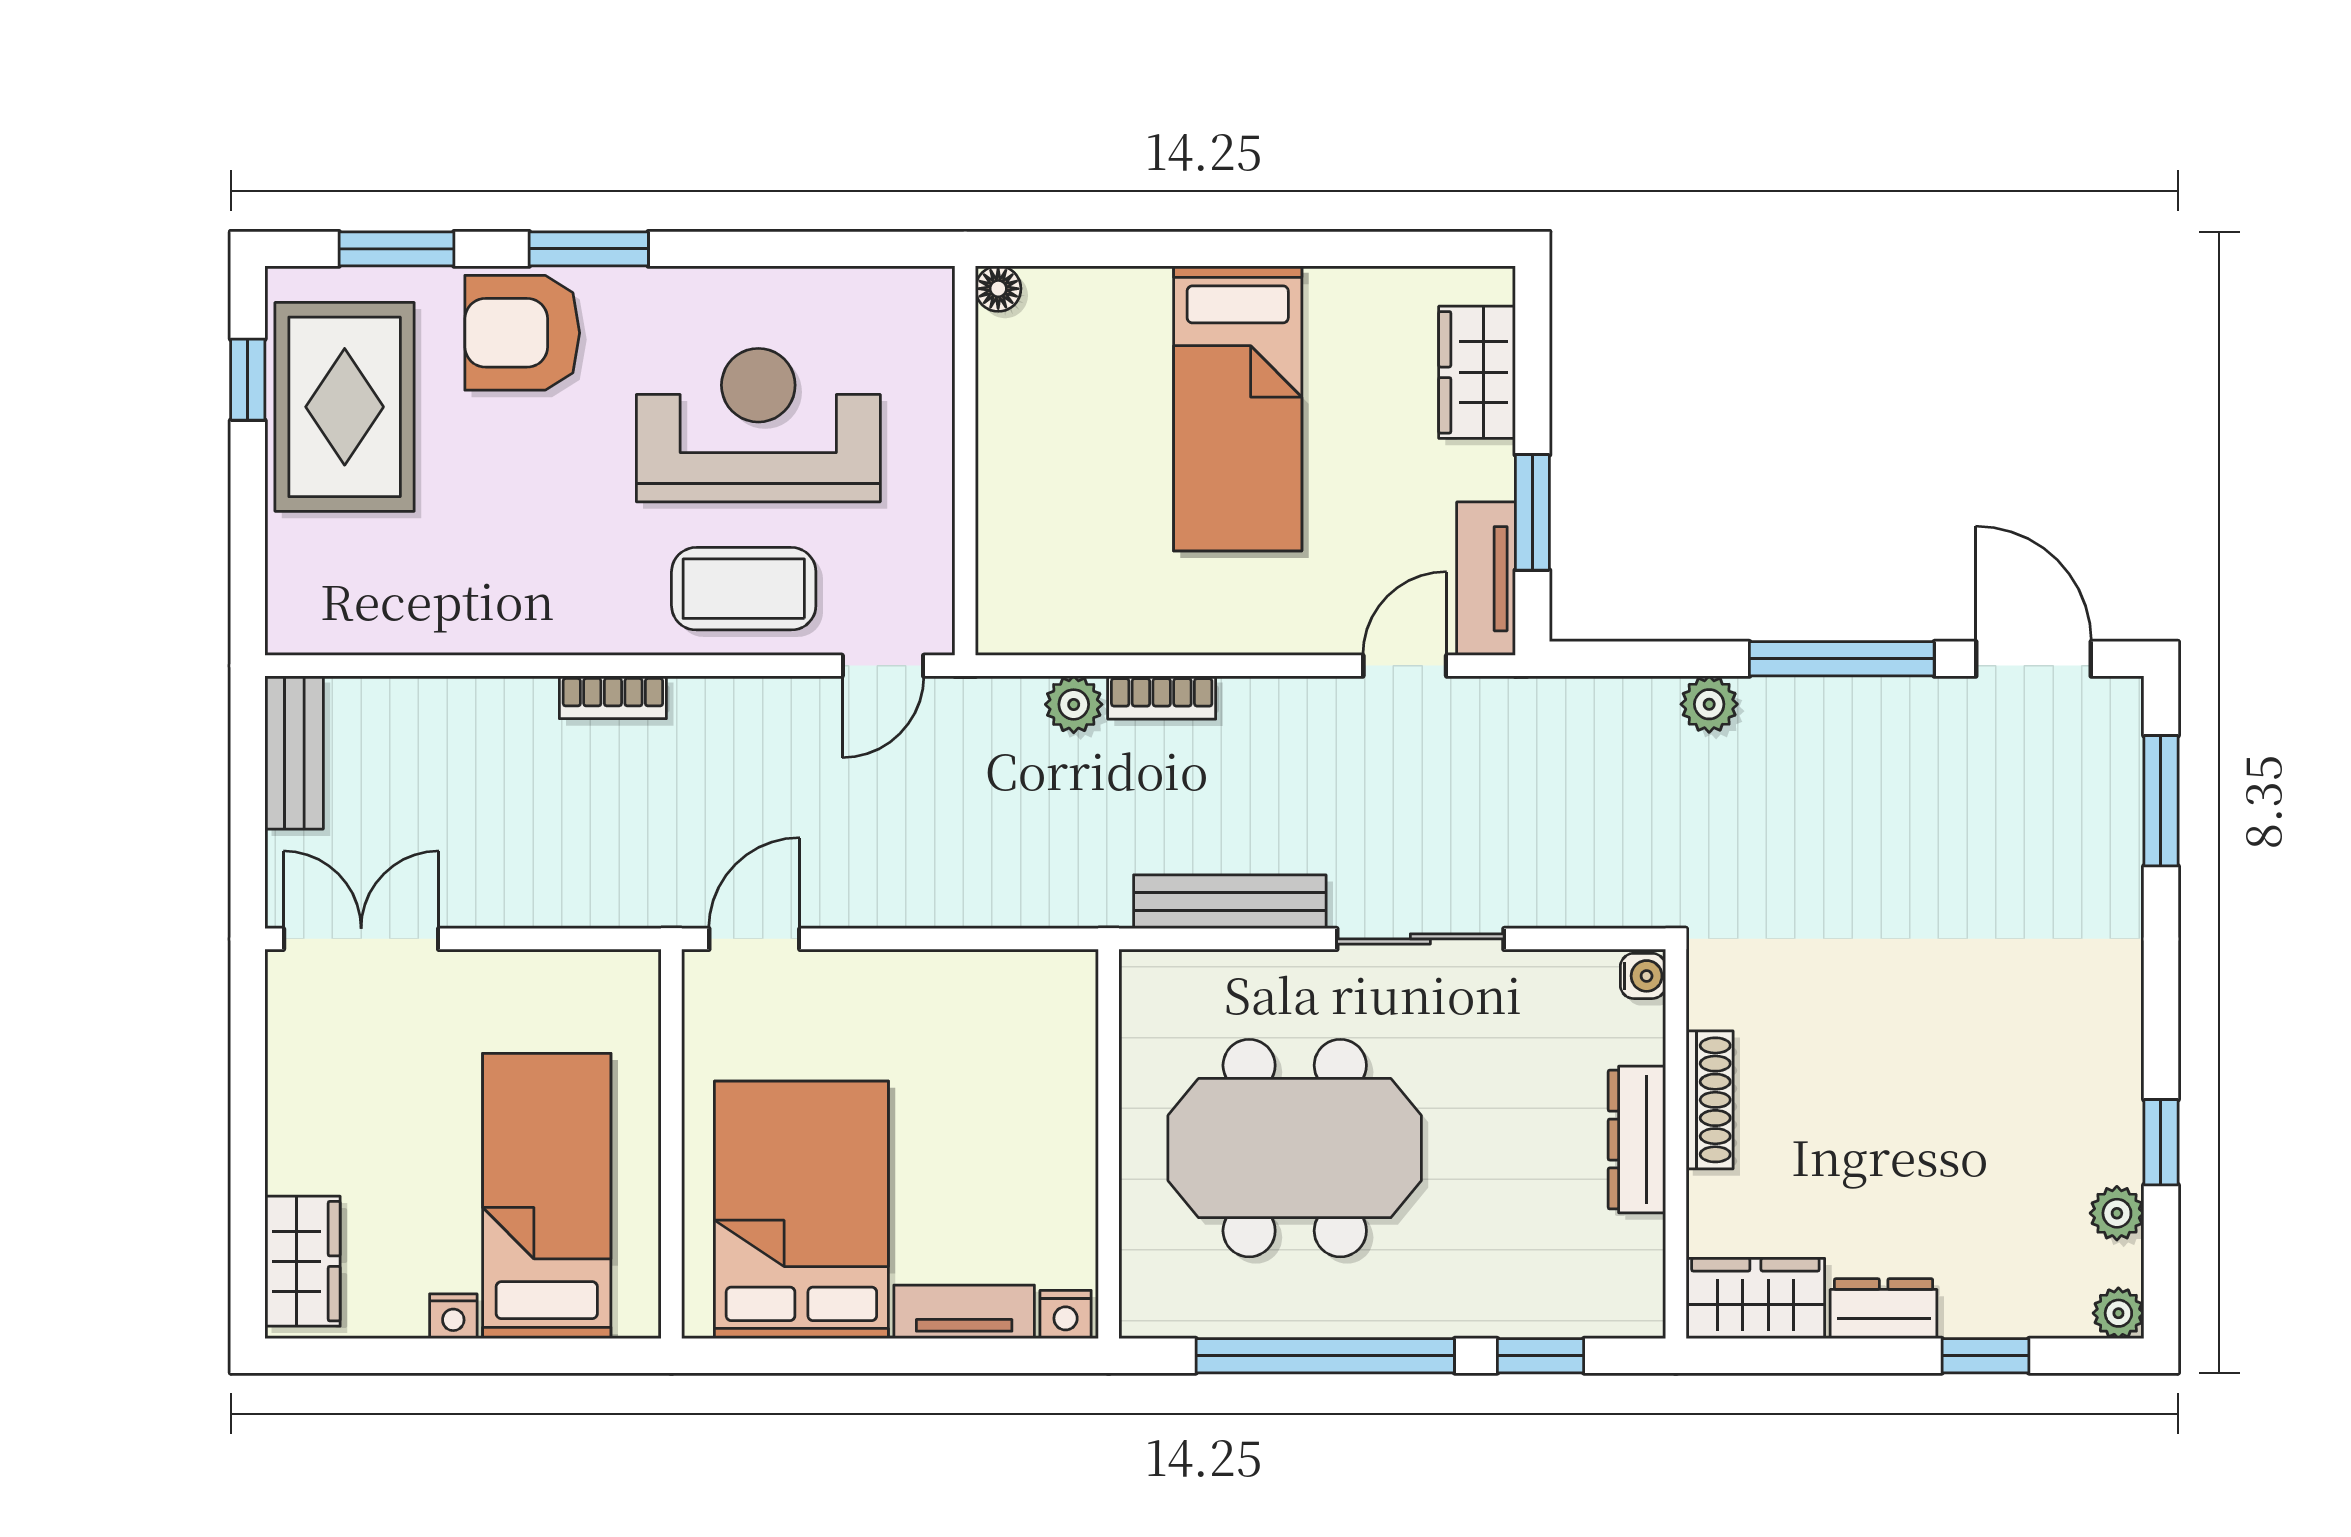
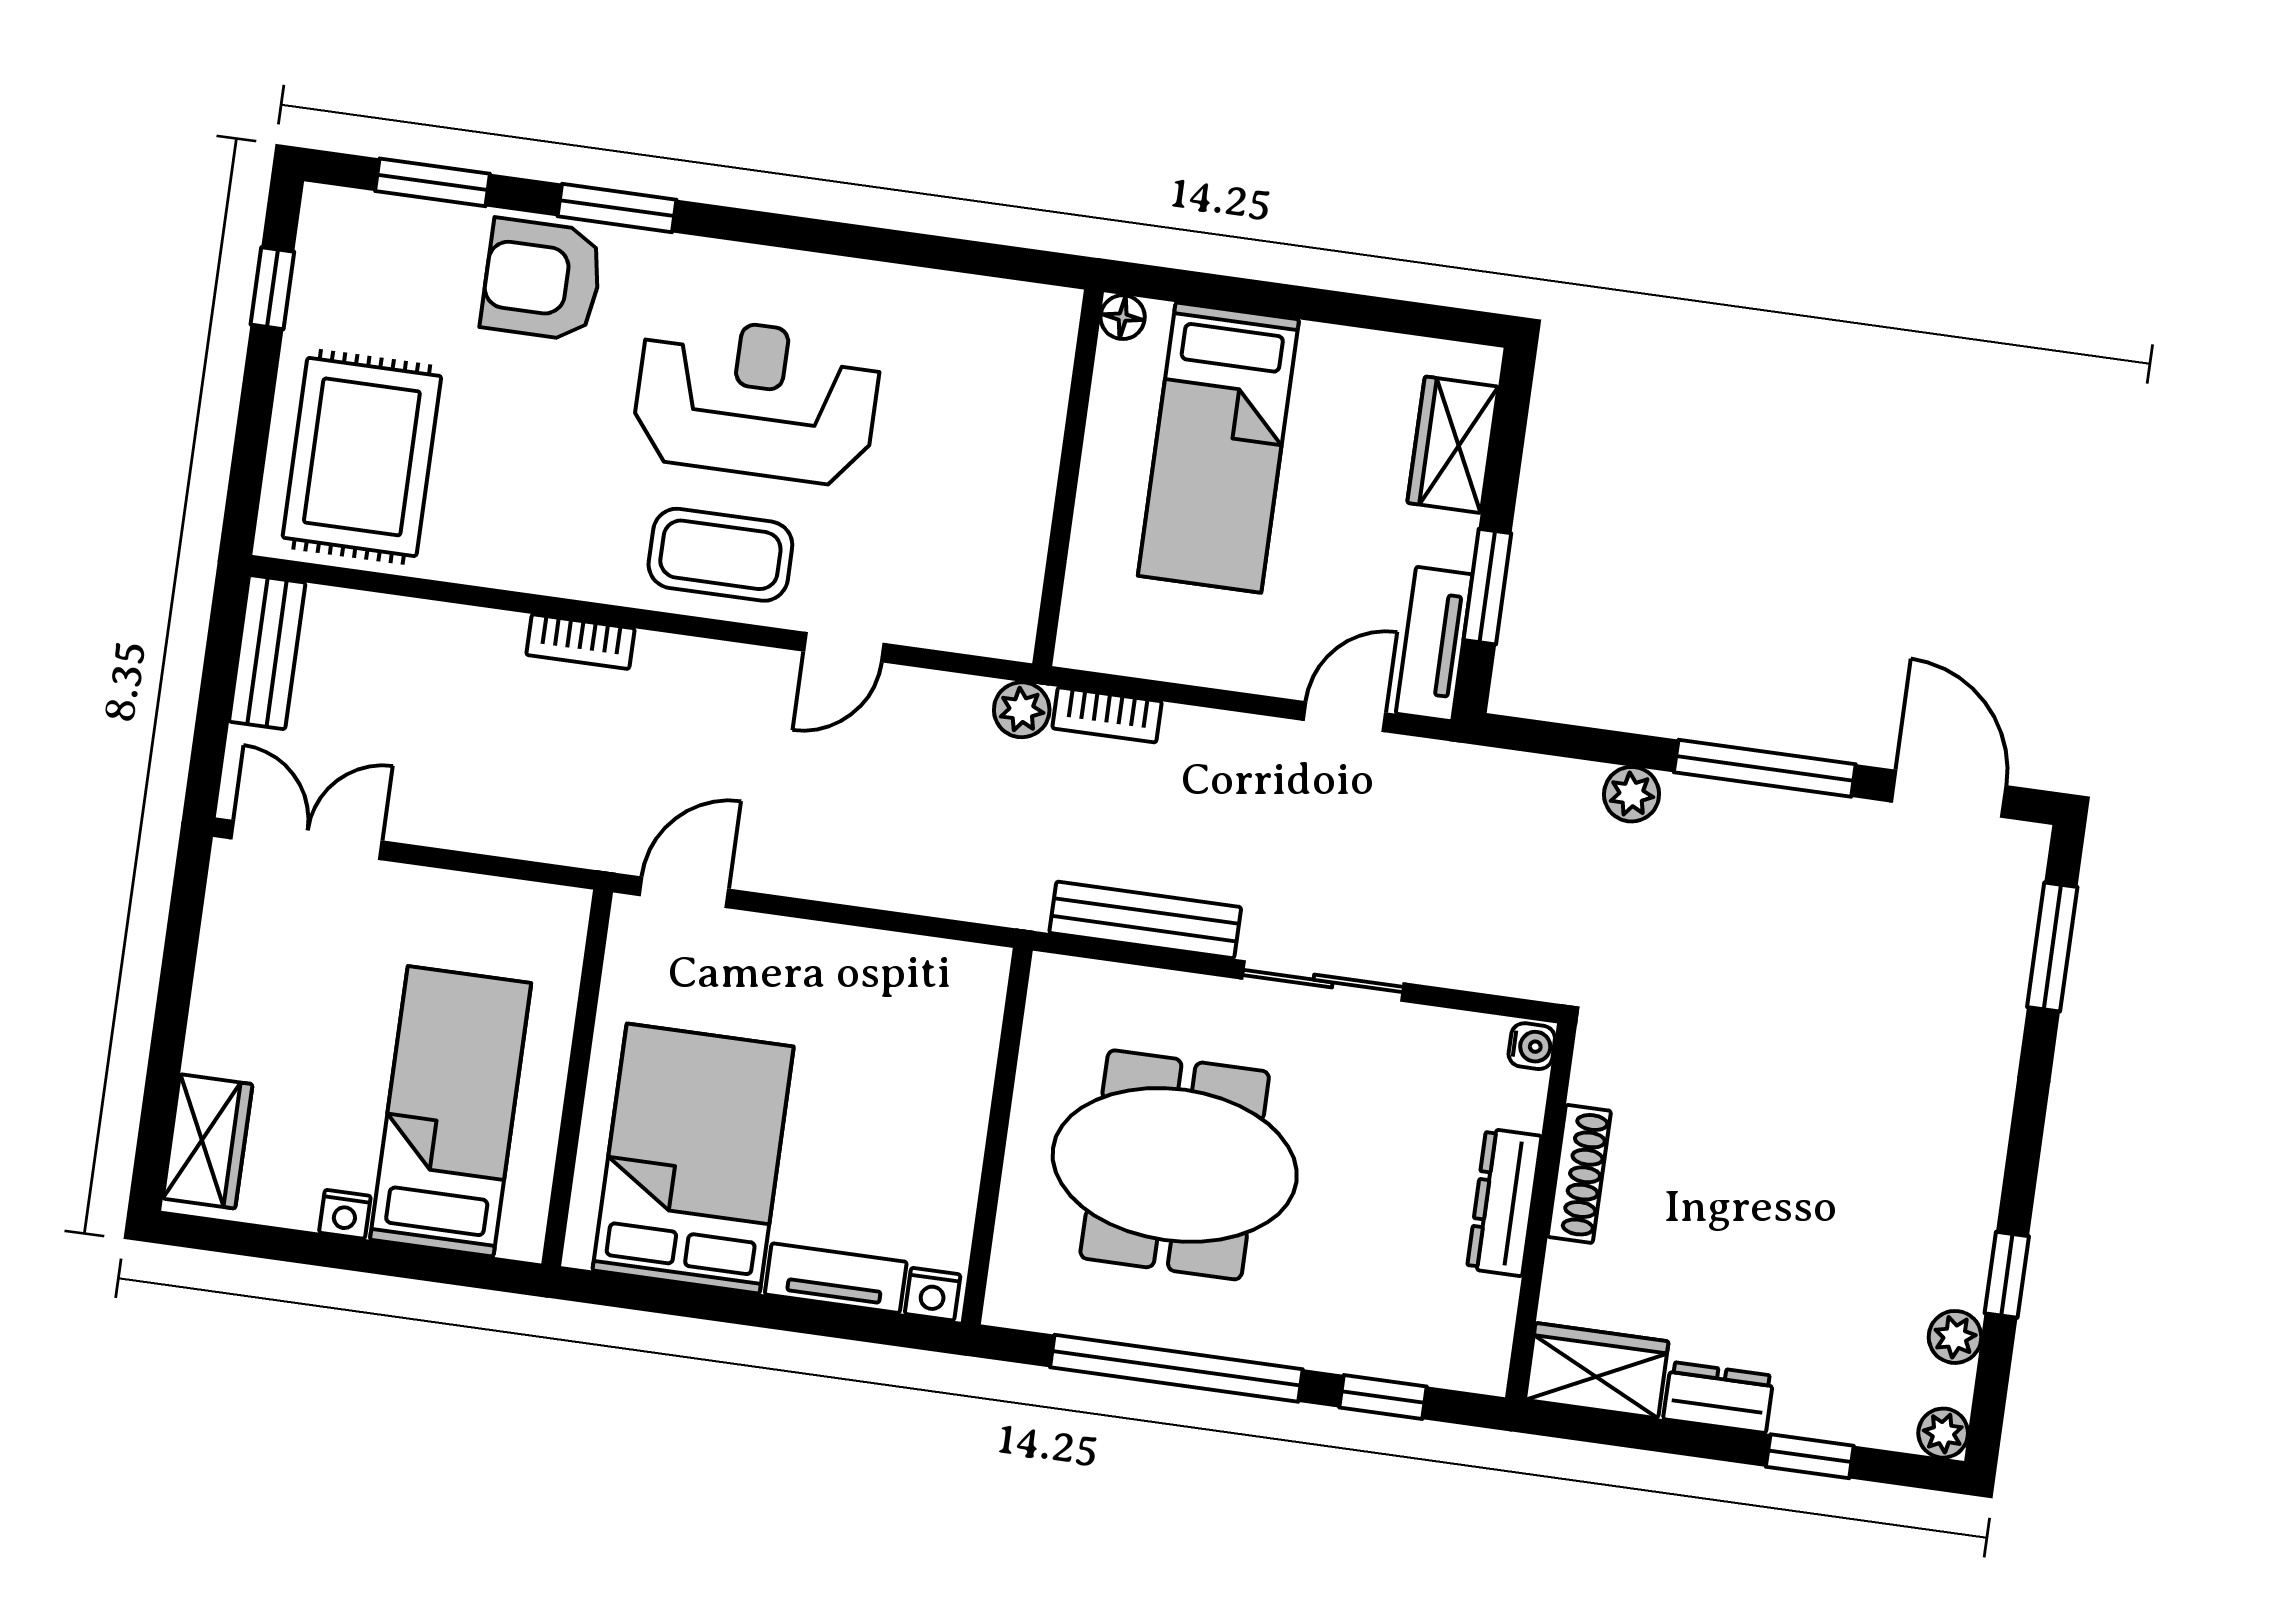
floor lamp: (998, 289) -> (1123, 317), moved
rug: (345, 407) -> (362, 457), moved
wall: (965, 461) -> (1068, 478), moved

